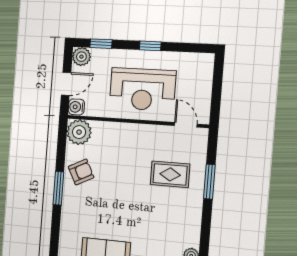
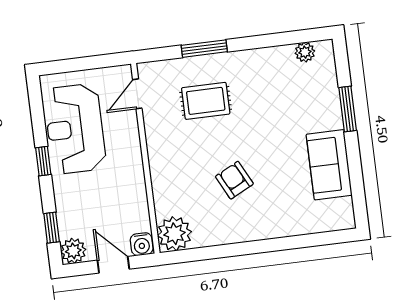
reception desk: (142, 89) -> (75, 129), moved, turned 180
armchair: (81, 172) -> (234, 180), moved
rug: (170, 174) -> (206, 101), turned 90
window: (58, 188) -> (256, 247), removed

